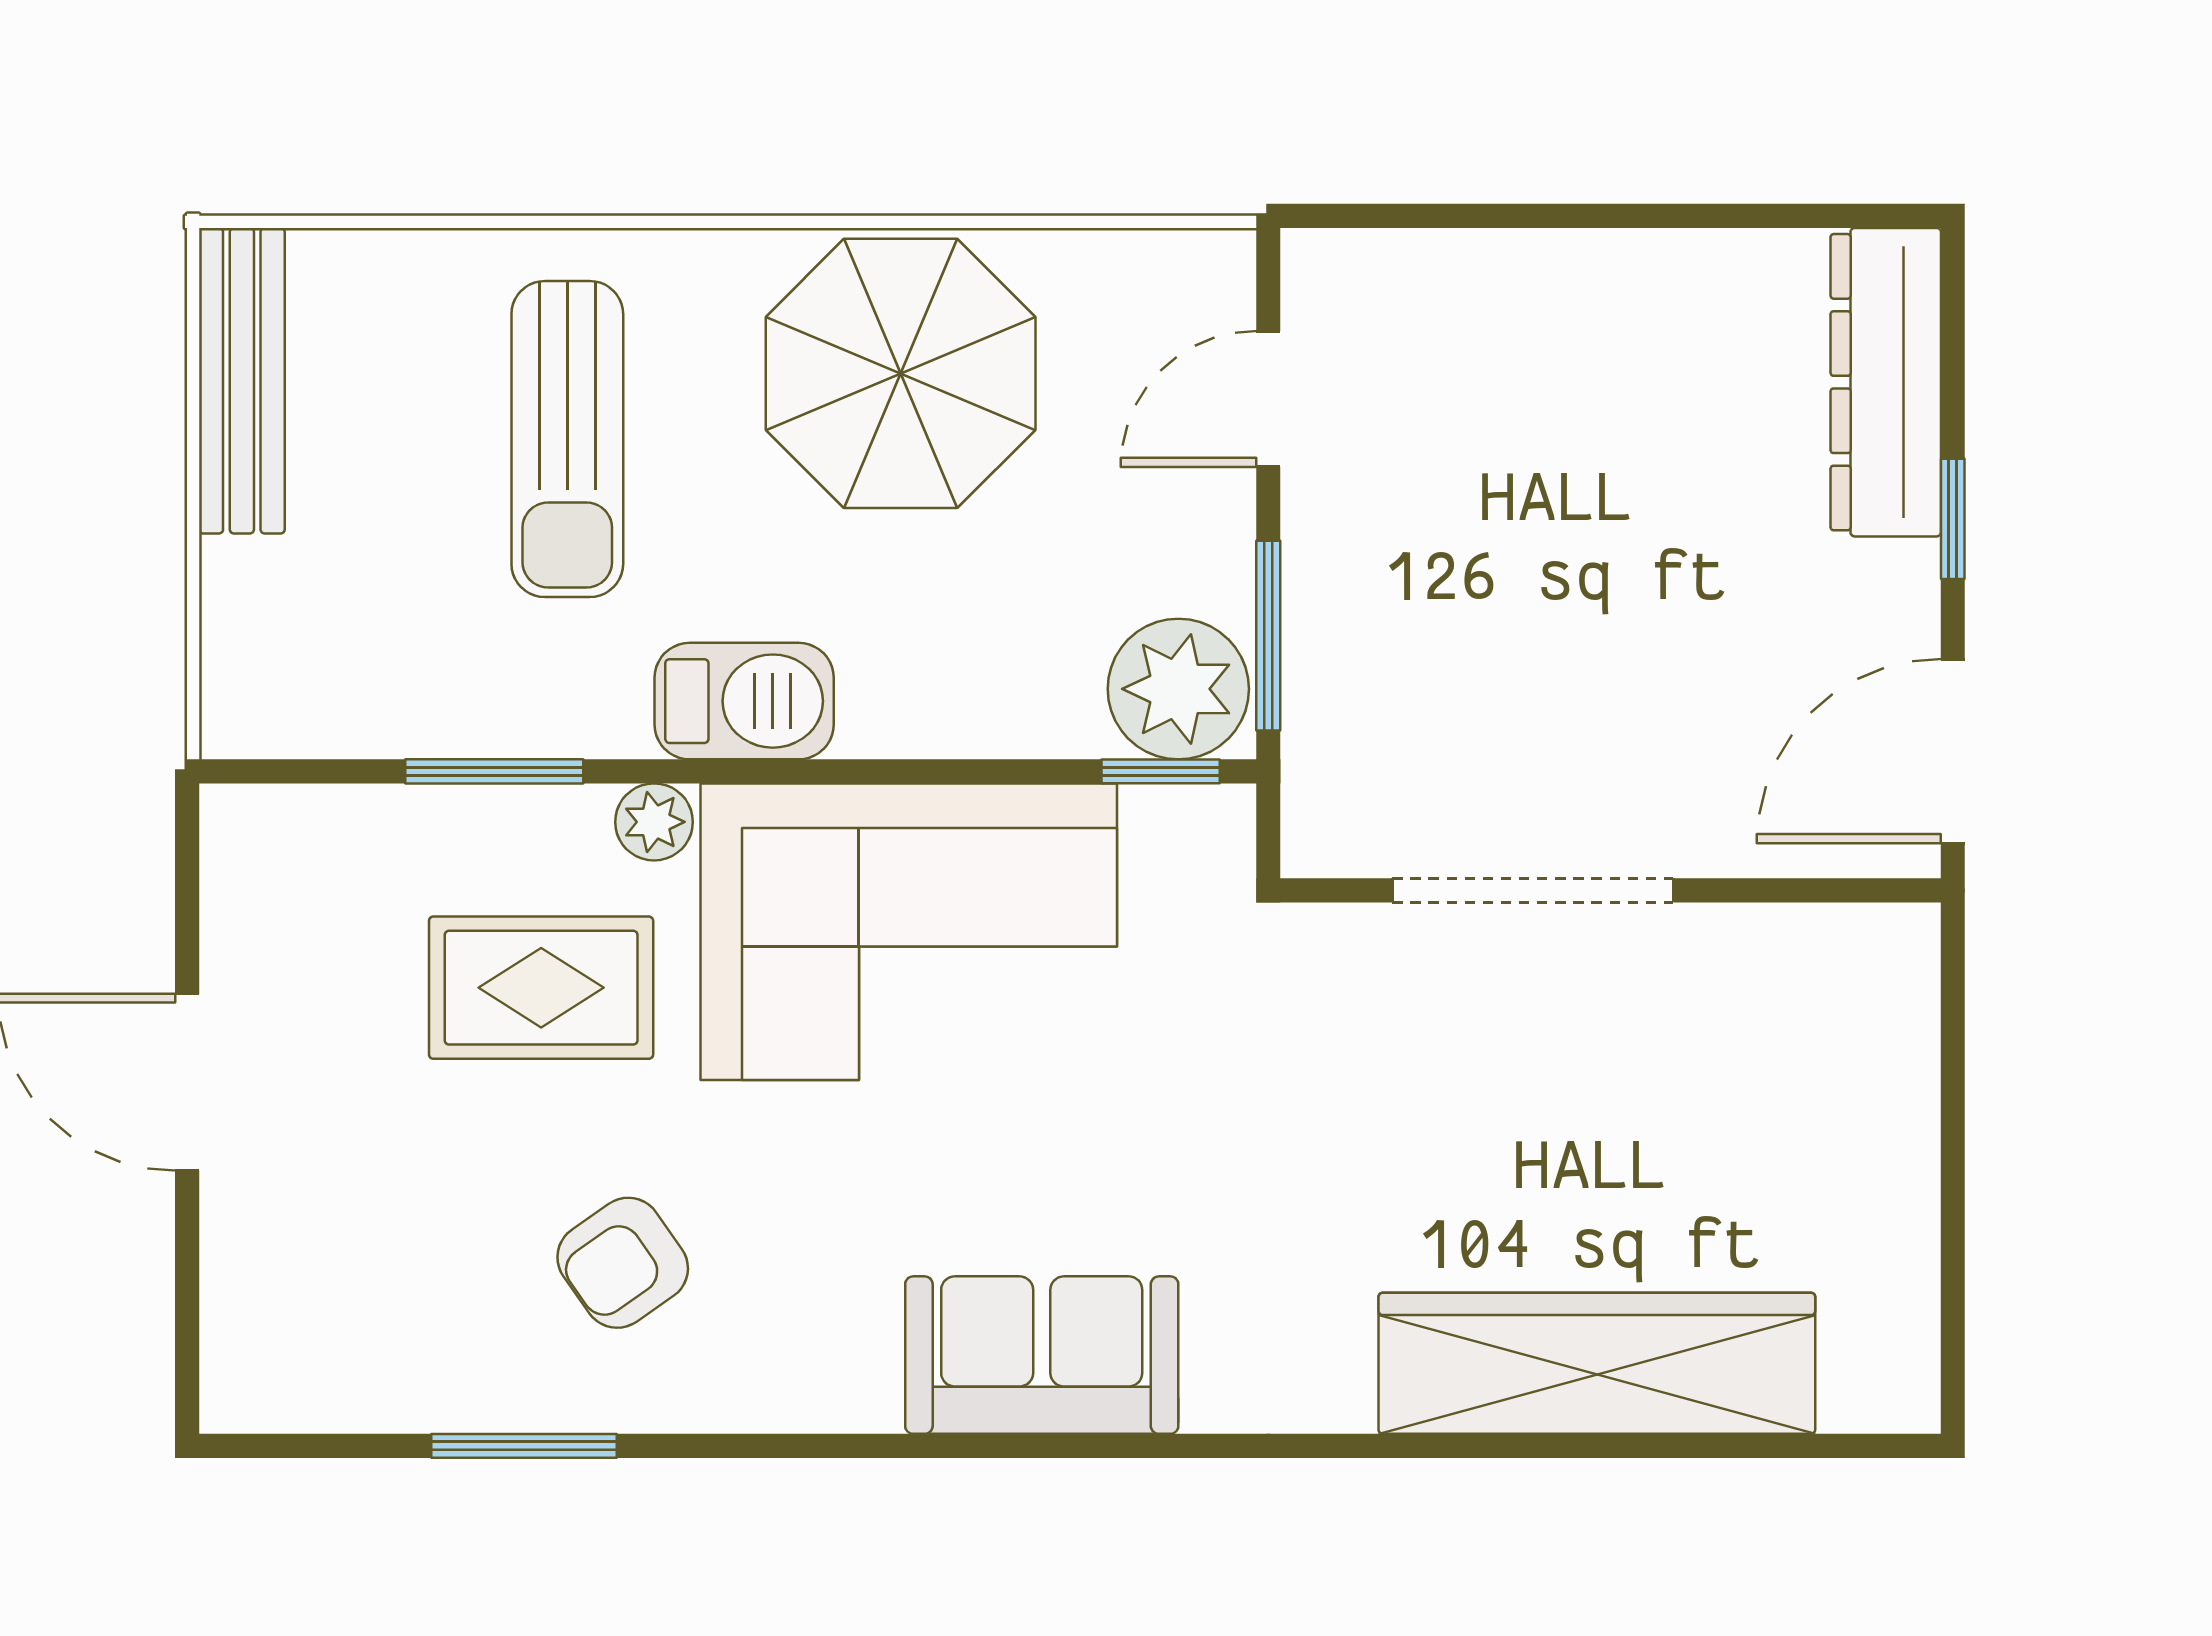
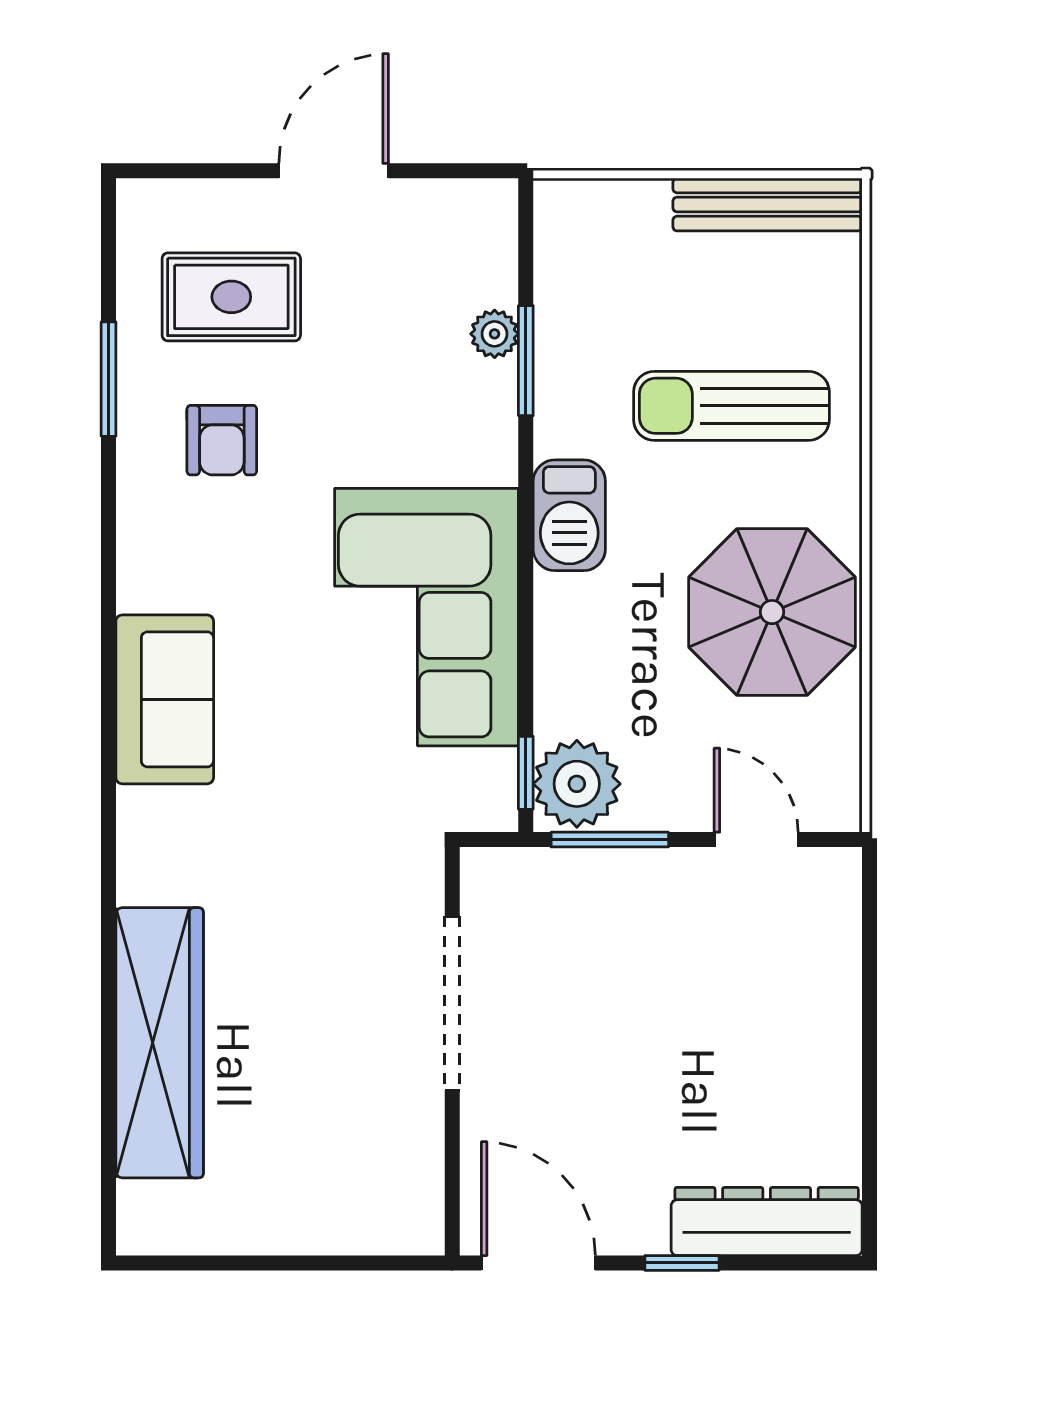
plant: (654, 822) -> (495, 334), moved
rug: (541, 988) -> (231, 297), moved, turned 90
armchair: (623, 1263) -> (222, 440), turned -145

